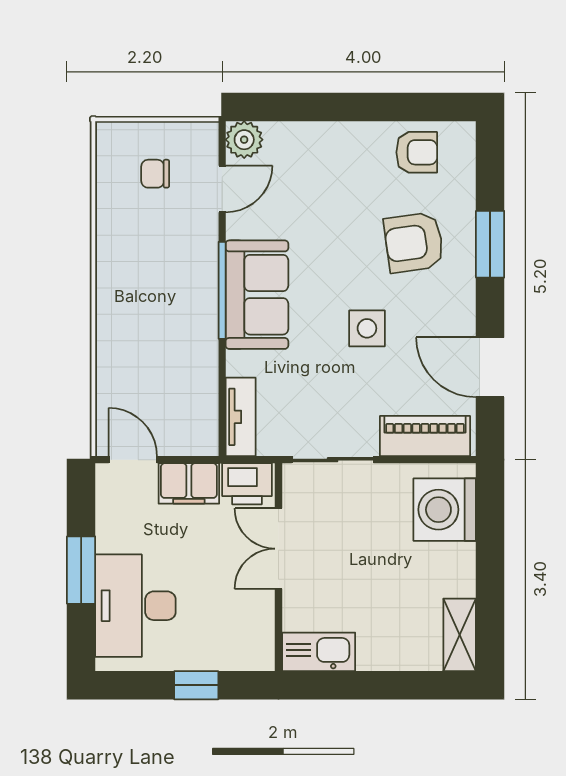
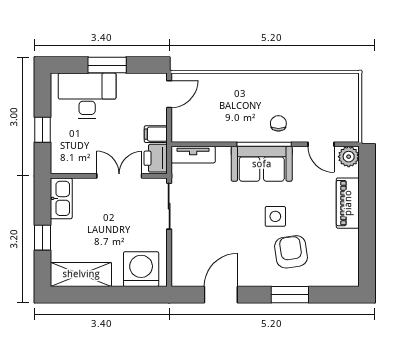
armchair: (417, 152) -> (342, 253), removed
chair: (155, 174) -> (278, 123), moved
side table: (367, 328) -> (275, 216), moved
piano: (425, 436) -> (348, 203), moved, turned 180
filing cabinet: (189, 483) -> (156, 134), width x0.50
shelving: (460, 635) -> (81, 274), width x1.50, depth x1.33
window: (389, 685) -> (42, 238), added

